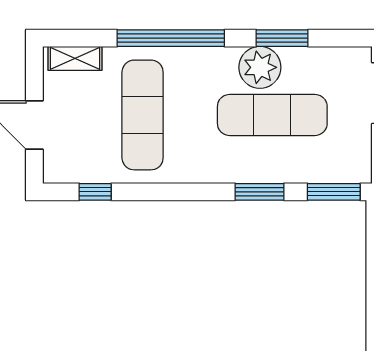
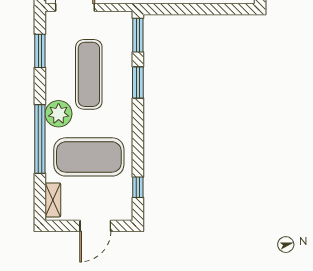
window: (282, 38) -> (40, 51), moved
plant: (260, 67) -> (59, 114), moved
exercise mat: (143, 115) -> (89, 157), width x1.47

